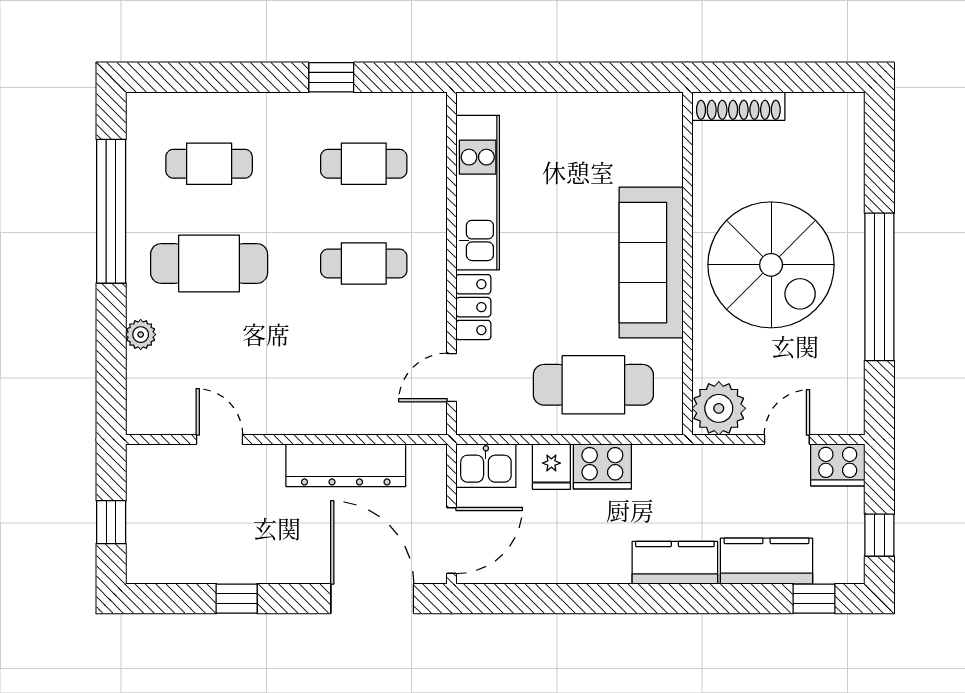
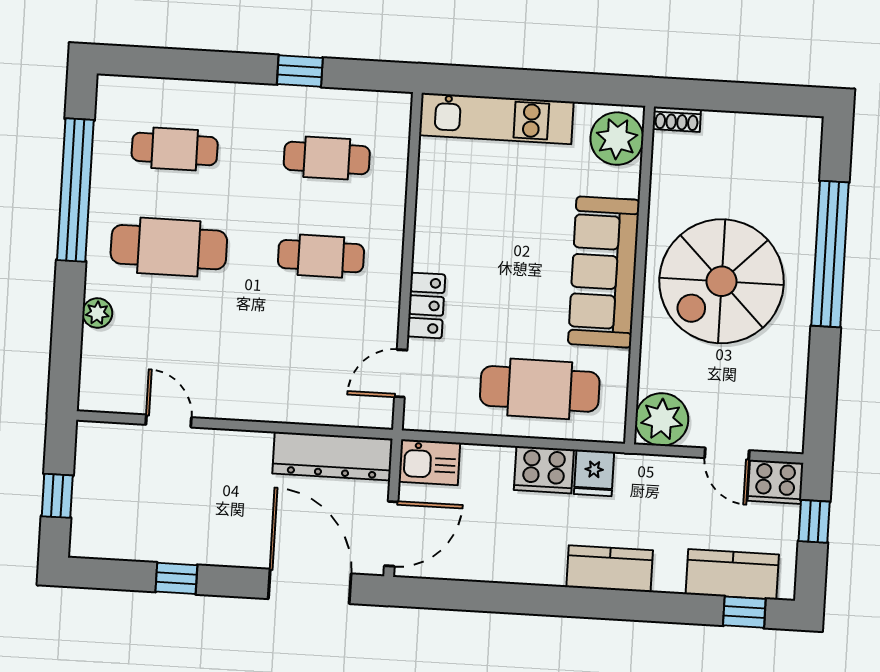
shoe rack: (738, 106) -> (677, 119), width x0.51, depth x0.81
plant: (656, 127) -> (617, 139), added
kitchen unit: (478, 193) -> (496, 119), moved, turned 90
spiral stairs: (771, 265) -> (722, 281), turned 90
window: (879, 287) -> (830, 254), moved
door: (787, 440) -> (727, 454), swing flipped
dresser: (346, 465) -> (332, 456), moved
fridge: (551, 467) -> (594, 473), moved
window: (879, 535) -> (814, 521), moved
kitchen counter: (767, 561) -> (732, 574), moved

